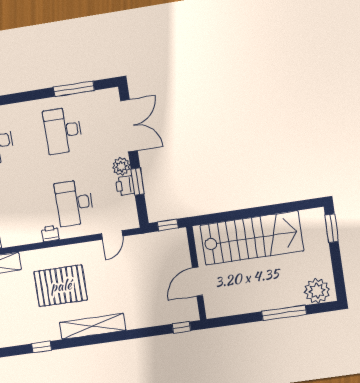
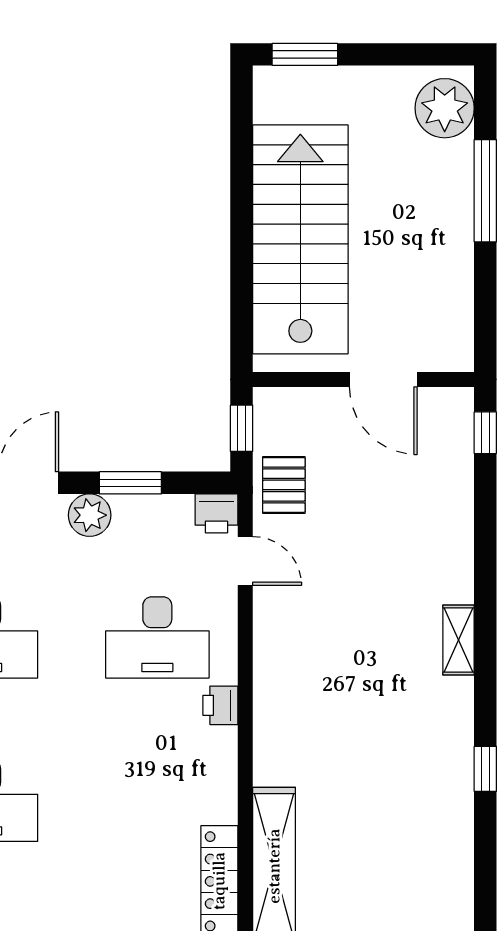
printer: (125, 186) -> (216, 513), moved
pallet: (61, 286) -> (284, 485), moved, width x0.49, depth x0.50
shelving: (93, 326) -> (459, 640), width x0.45, depth x0.75

